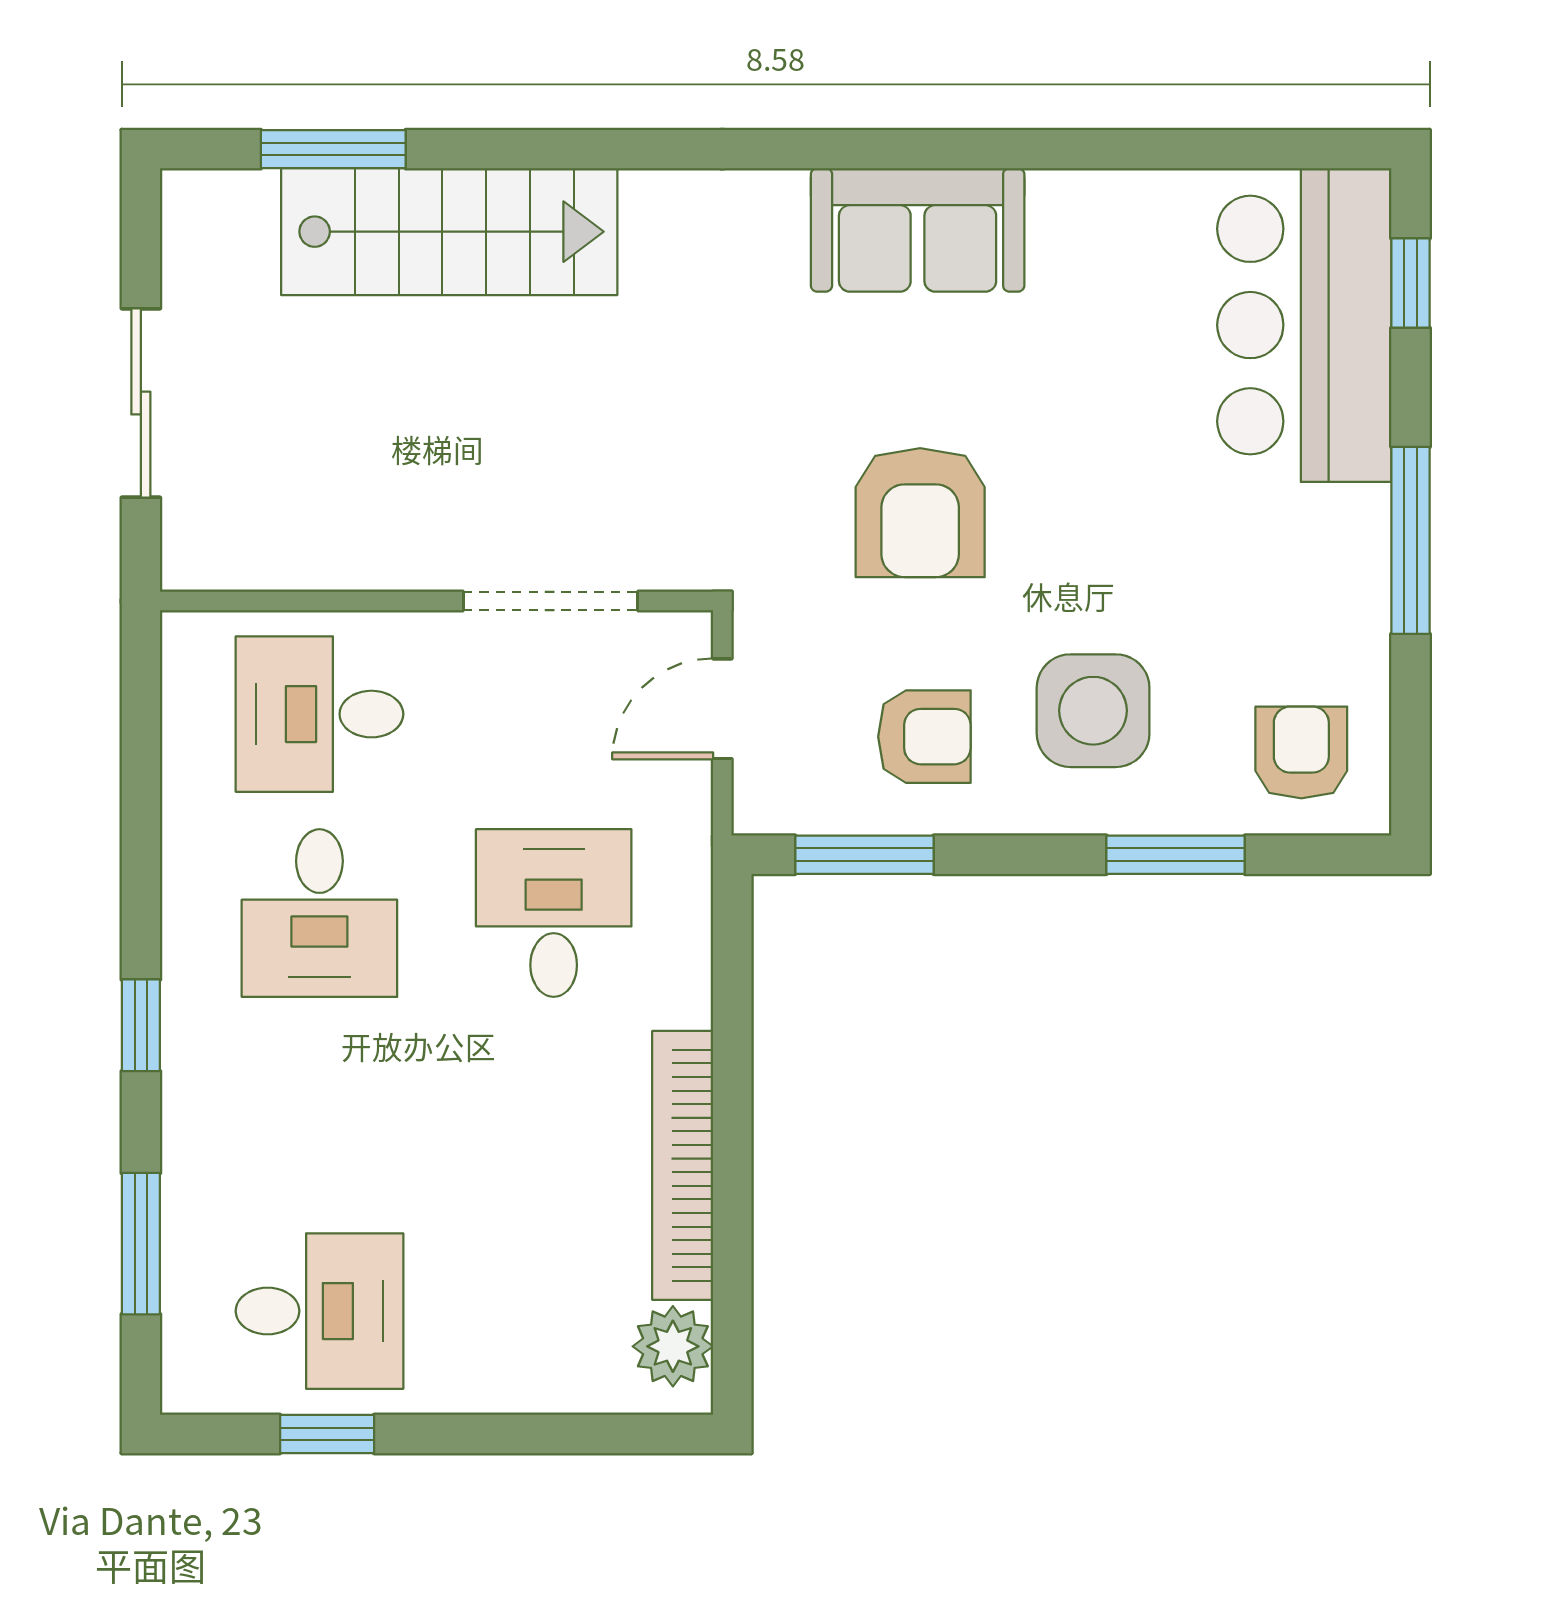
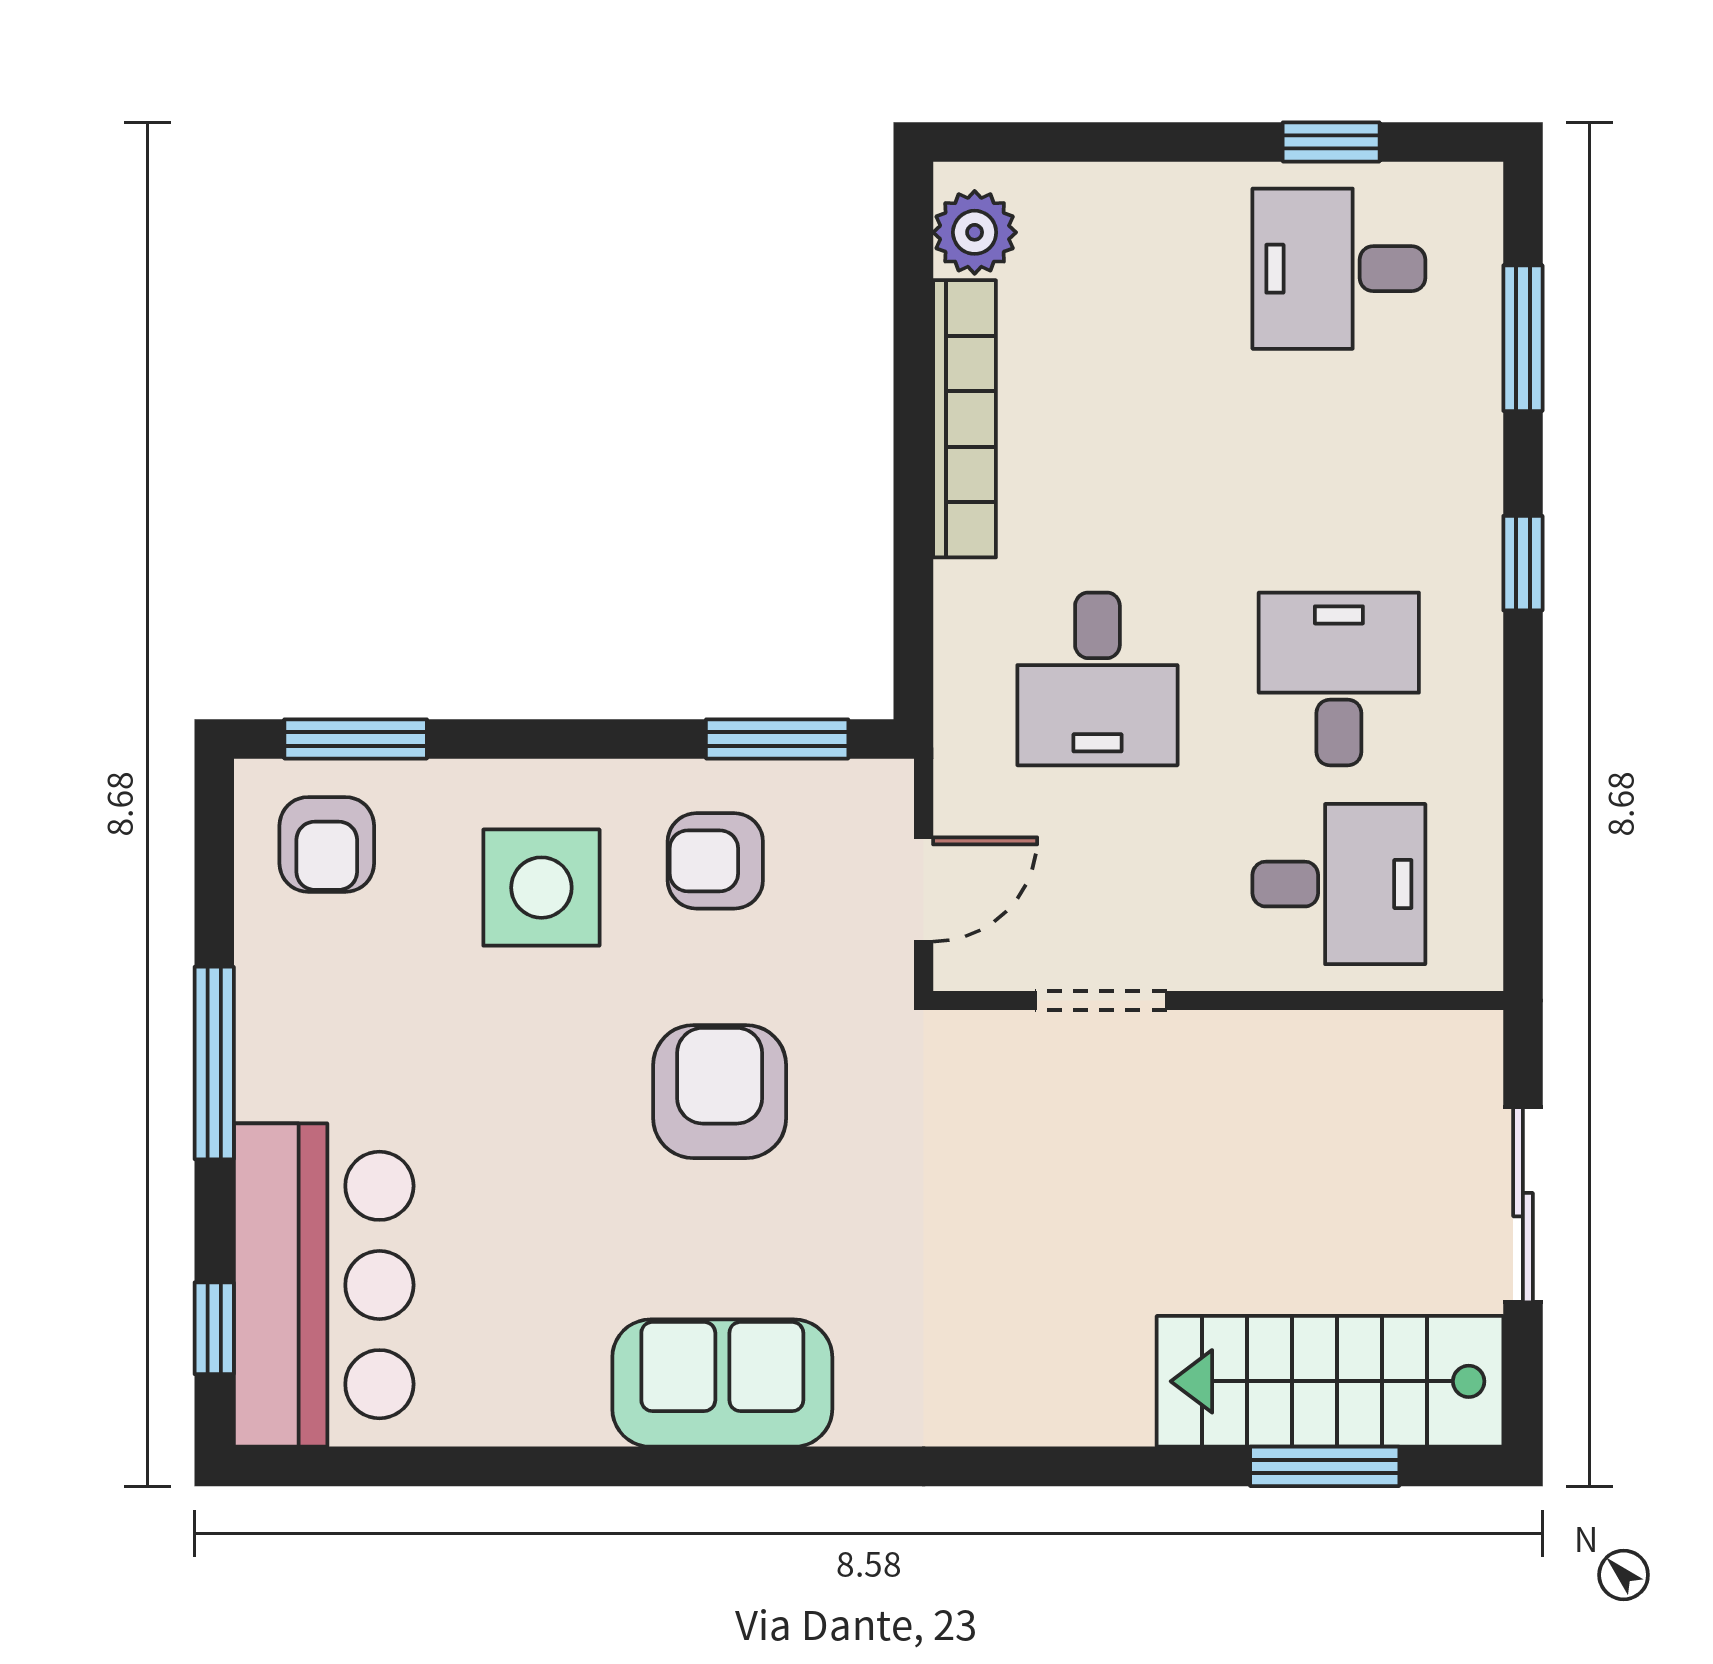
stairs: (449, 232) -> (1330, 1381), moved
doorway: (551, 601) -> (1101, 1001), width x0.73
window: (1176, 855) -> (356, 739), moved

